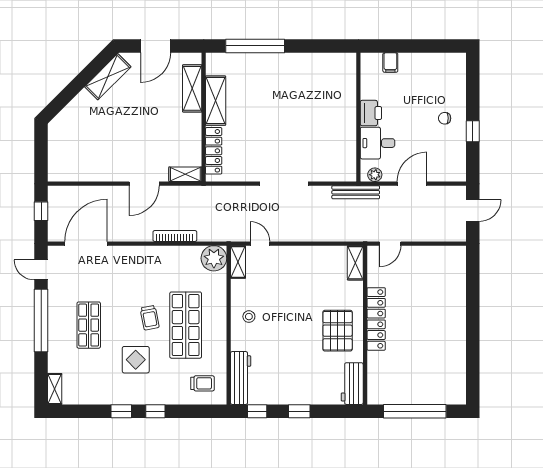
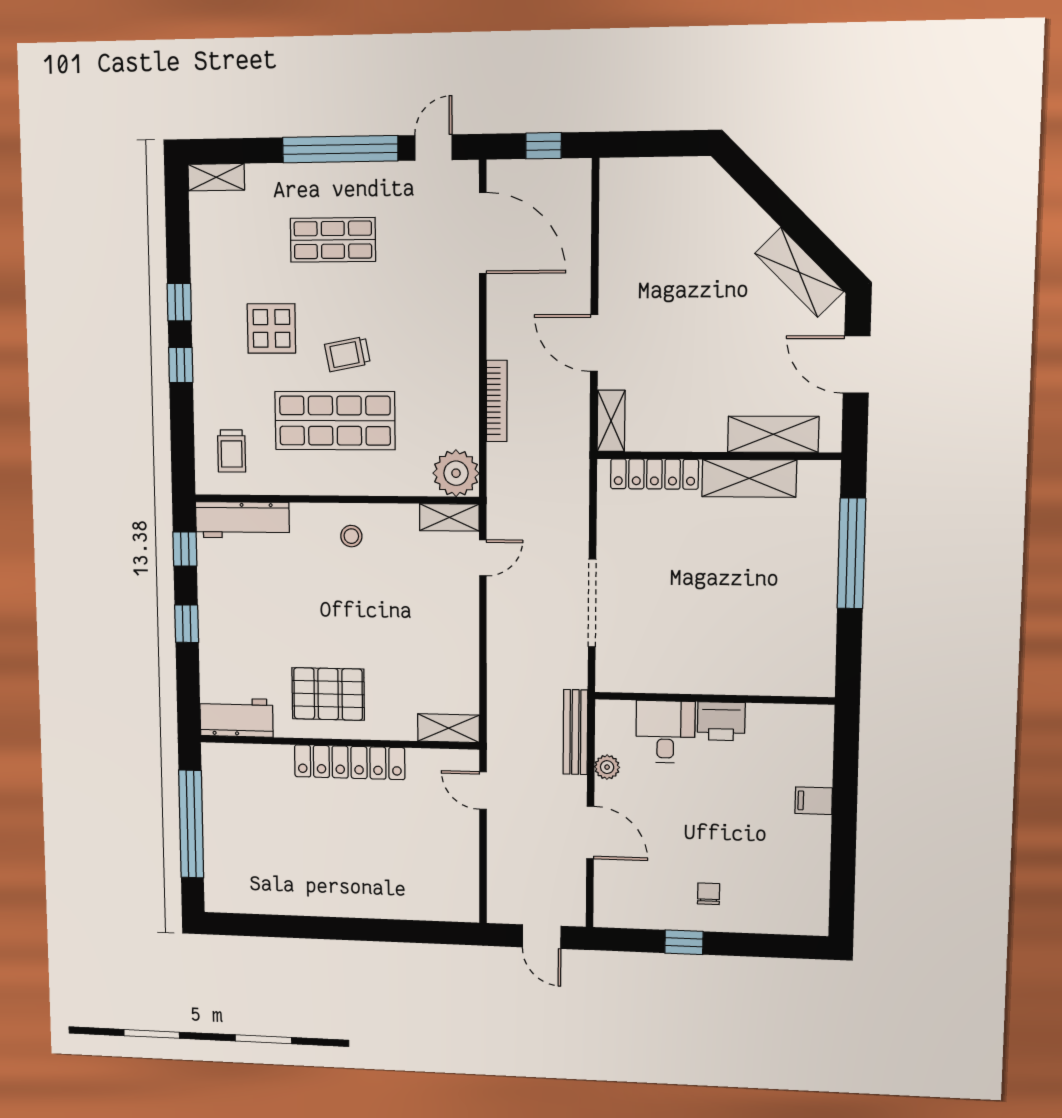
printer: (371, 113) -> (721, 721), moved
wall: (358, 117) -> (714, 698), moved
desk: (378, 143) -> (665, 732), moved

